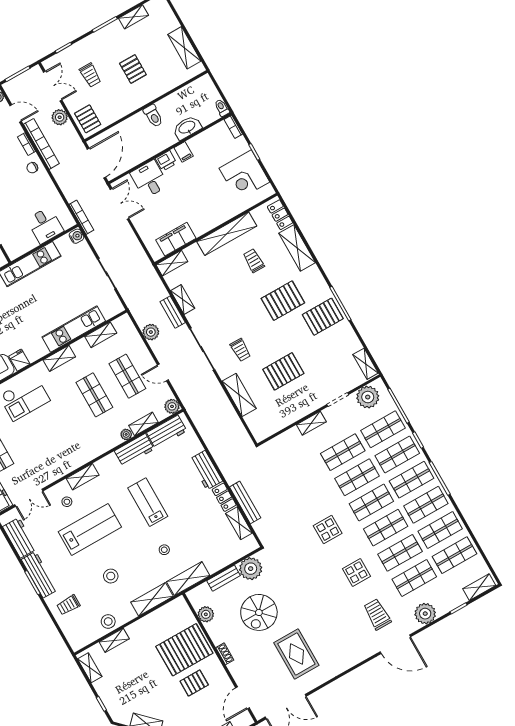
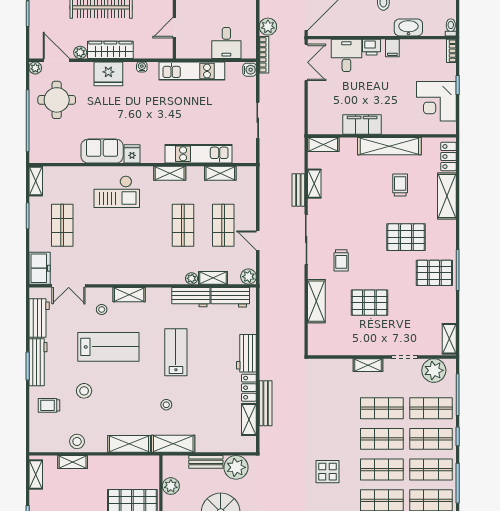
filing cabinet: (176, 239) -> (362, 125), moved
plant: (151, 332) -> (268, 27), moved
stool: (111, 576) -> (84, 391), moved

